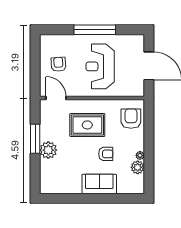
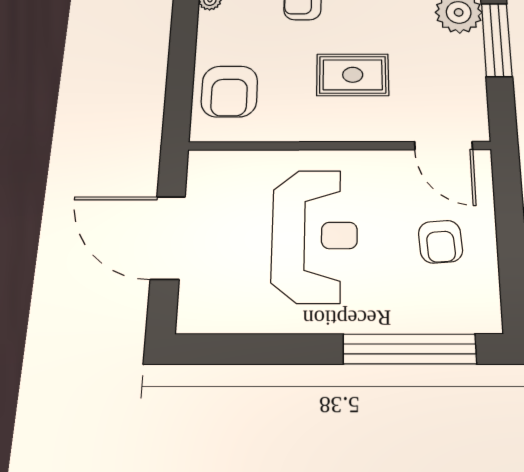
window: (95, 30) -> (410, 349), moved
rug: (87, 125) -> (353, 75), width x0.73, depth x0.70

